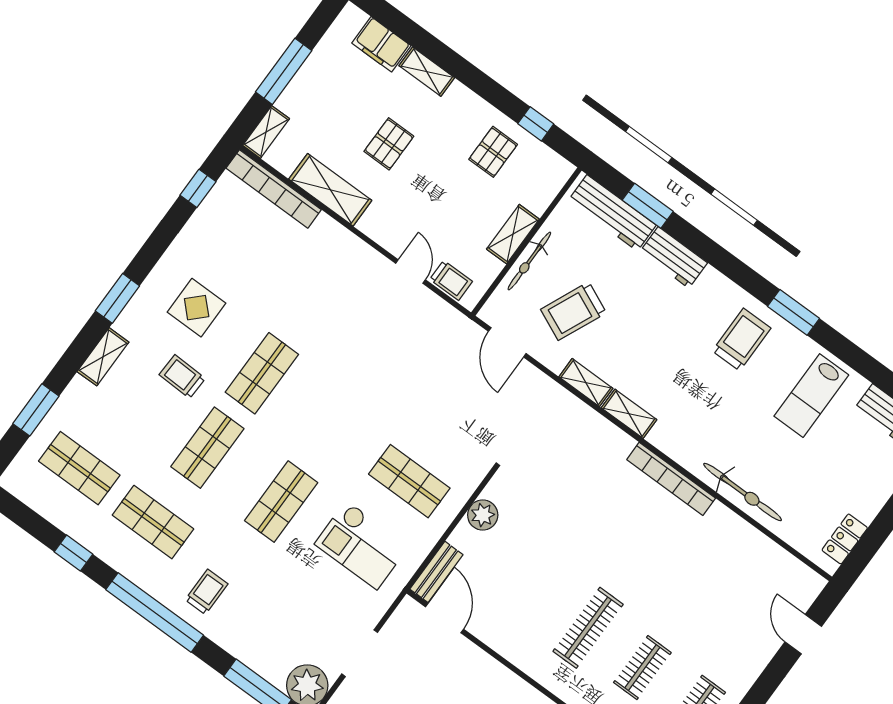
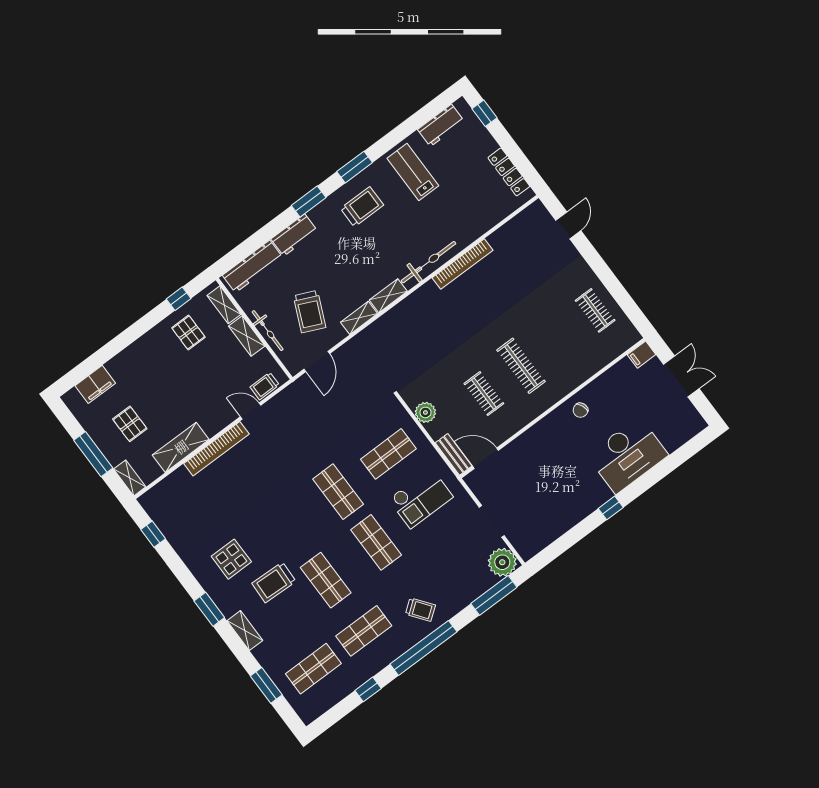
shelving: (427, 72) -> (224, 305), moved, turned 90
pallet: (389, 144) -> (130, 424), moved
bookcase: (274, 189) -> (216, 449), moved
window: (648, 206) -> (309, 201), moved
trolley: (451, 280) -> (265, 386), turned 180
trolley: (742, 339) -> (362, 207), turned 90
door: (507, 342) -> (317, 361), hinge flipped
shop shelf: (262, 373) -> (338, 492), moved
trolley: (182, 377) -> (274, 582), width x1.36, depth x1.39
lab bench: (811, 396) -> (413, 172), turned 180
bookcase: (671, 479) -> (462, 264), moved
bicycle: (743, 492) -> (429, 262), moved
locker: (845, 539) -> (509, 172), width x1.53
trolley: (207, 592) -> (420, 610), turned 143
door: (803, 634) -> (568, 225), swing flipped
clothes rail: (642, 668) -> (484, 394), moved

